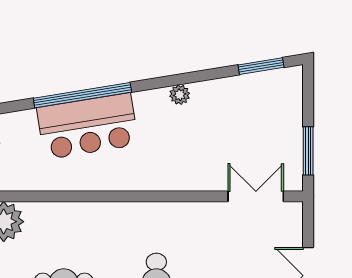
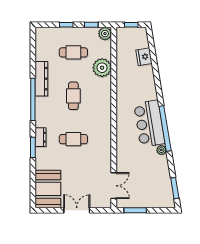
window: (82, 95) -> (165, 129), moved
bar counter: (88, 126) -> (149, 124), moved

